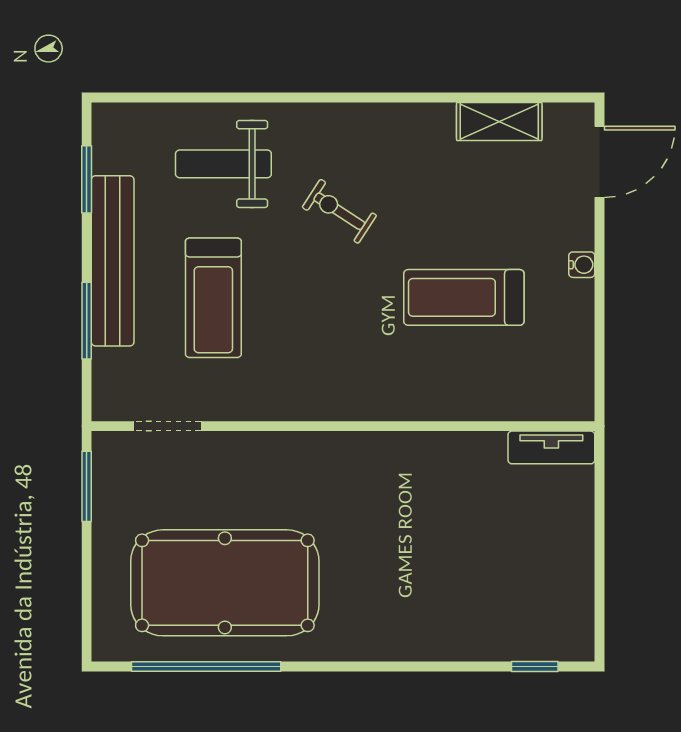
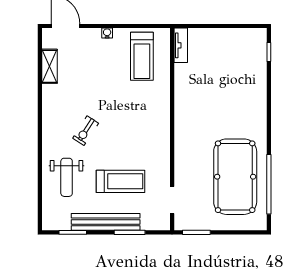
treadmill: (464, 297) -> (142, 56), moved

